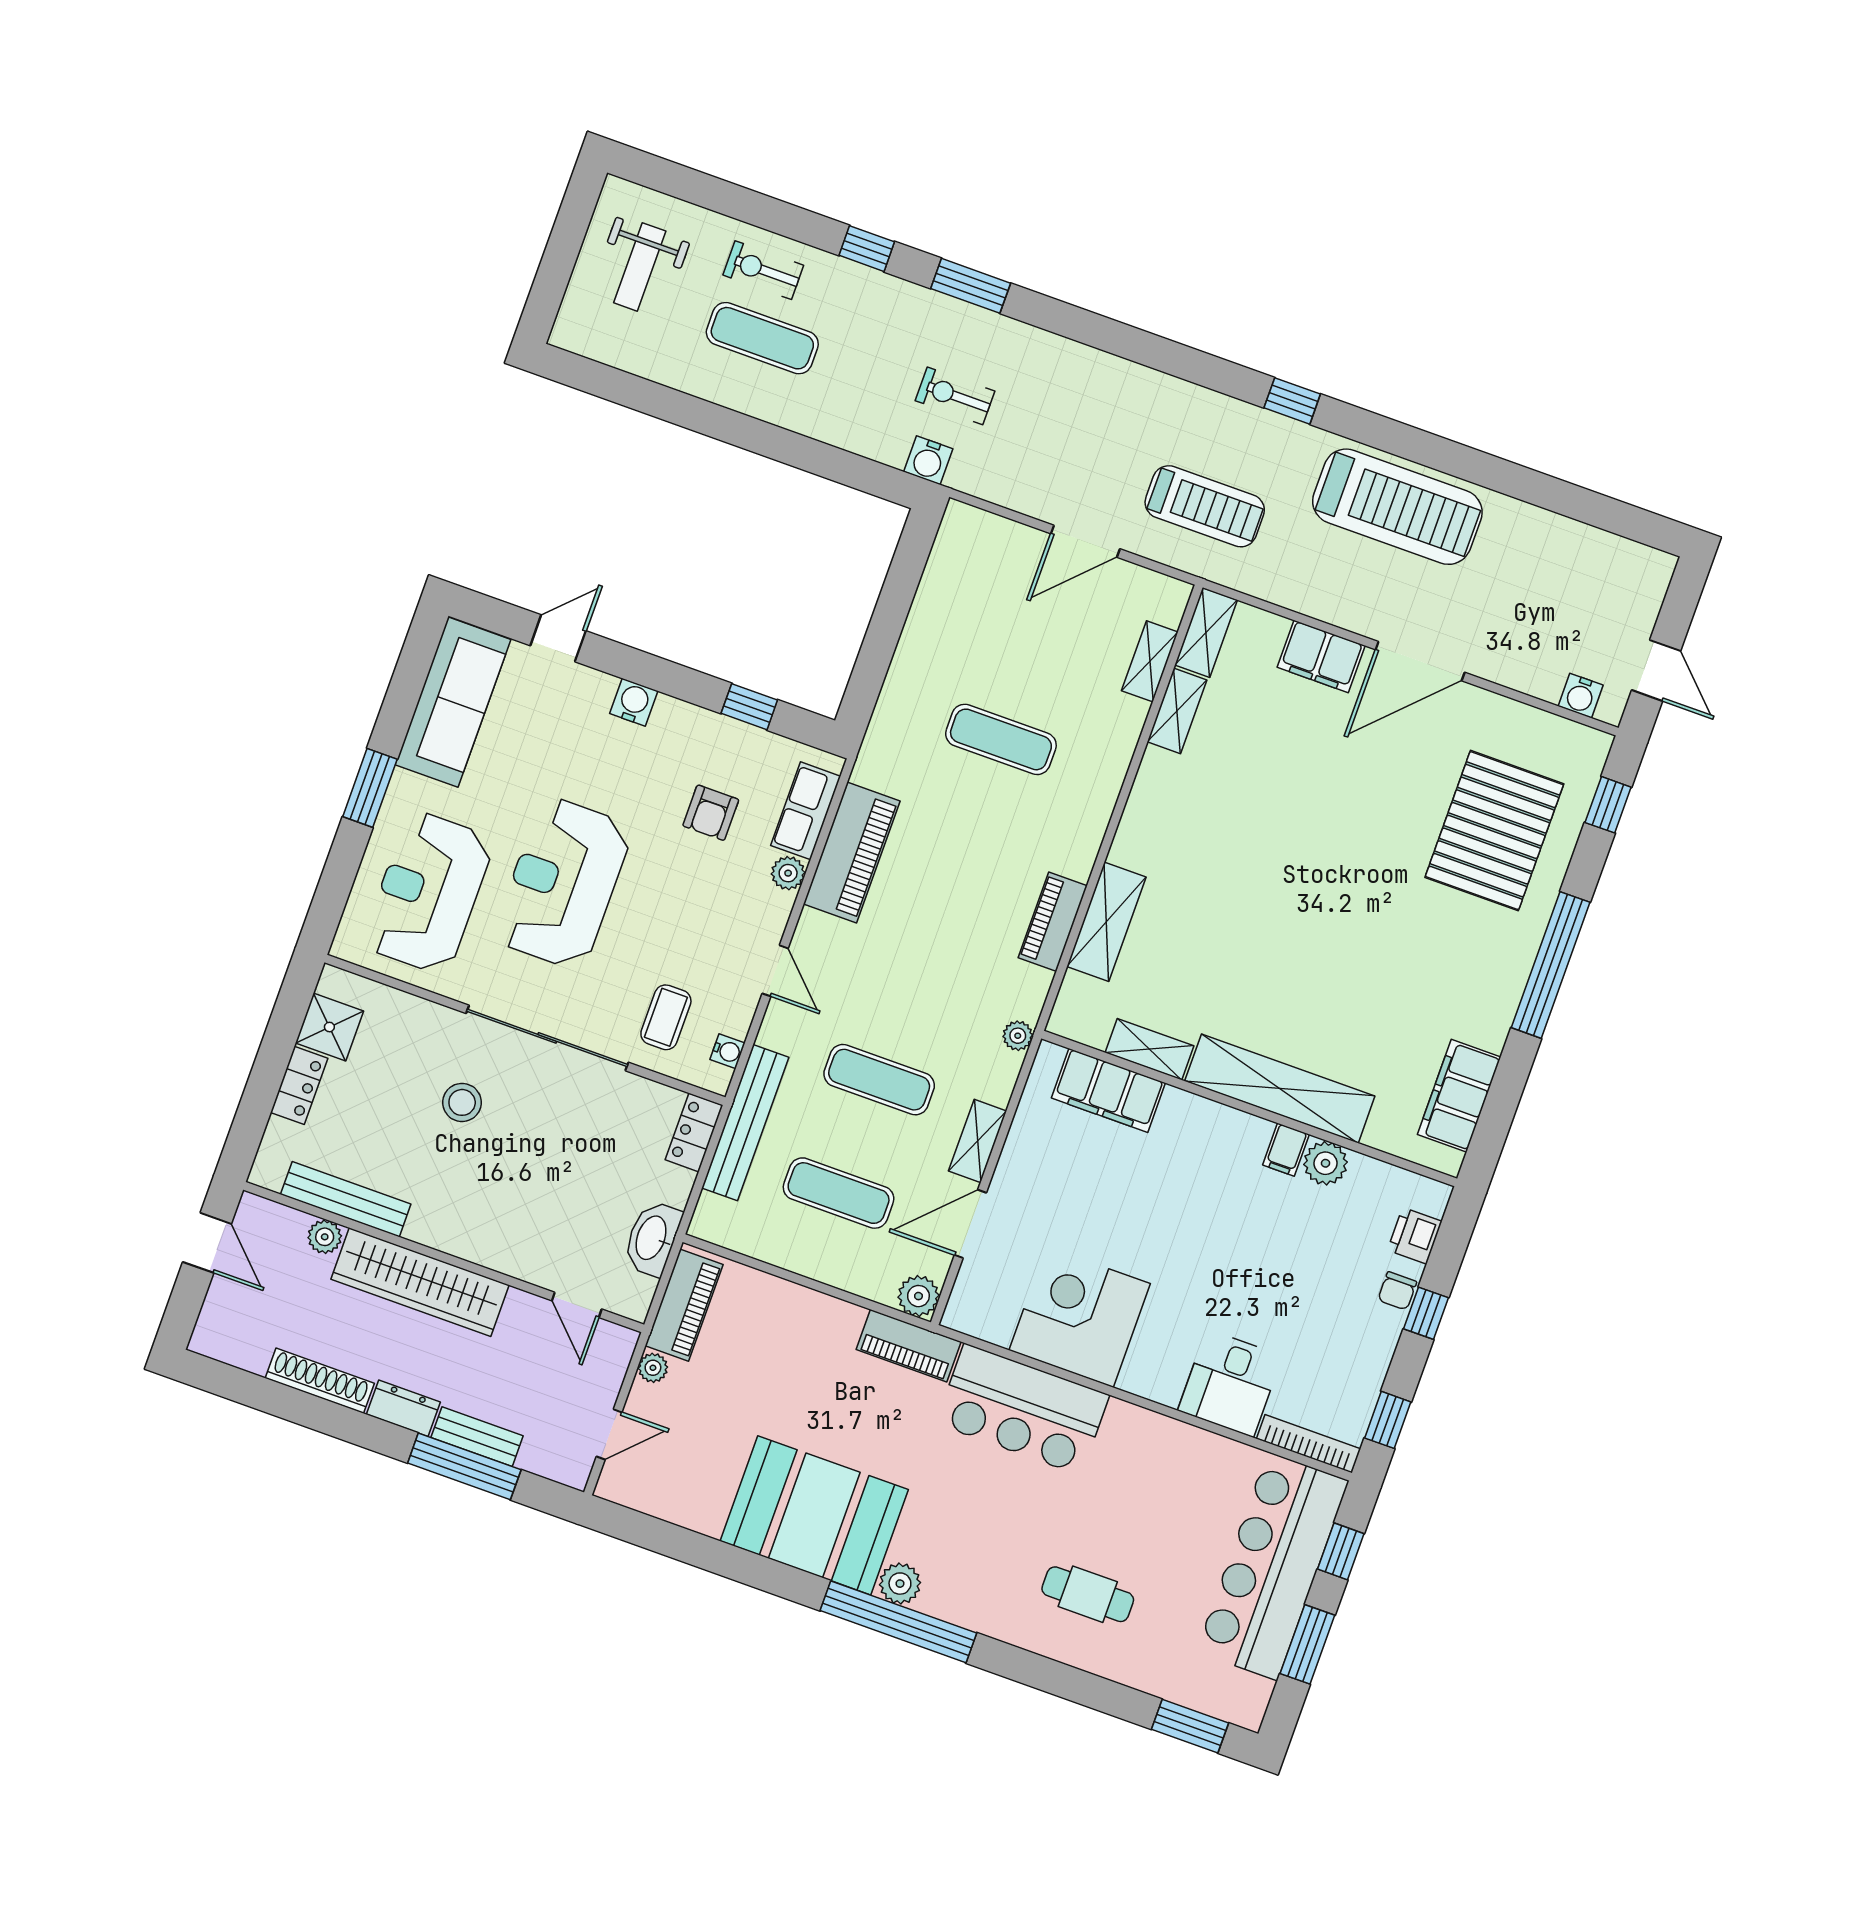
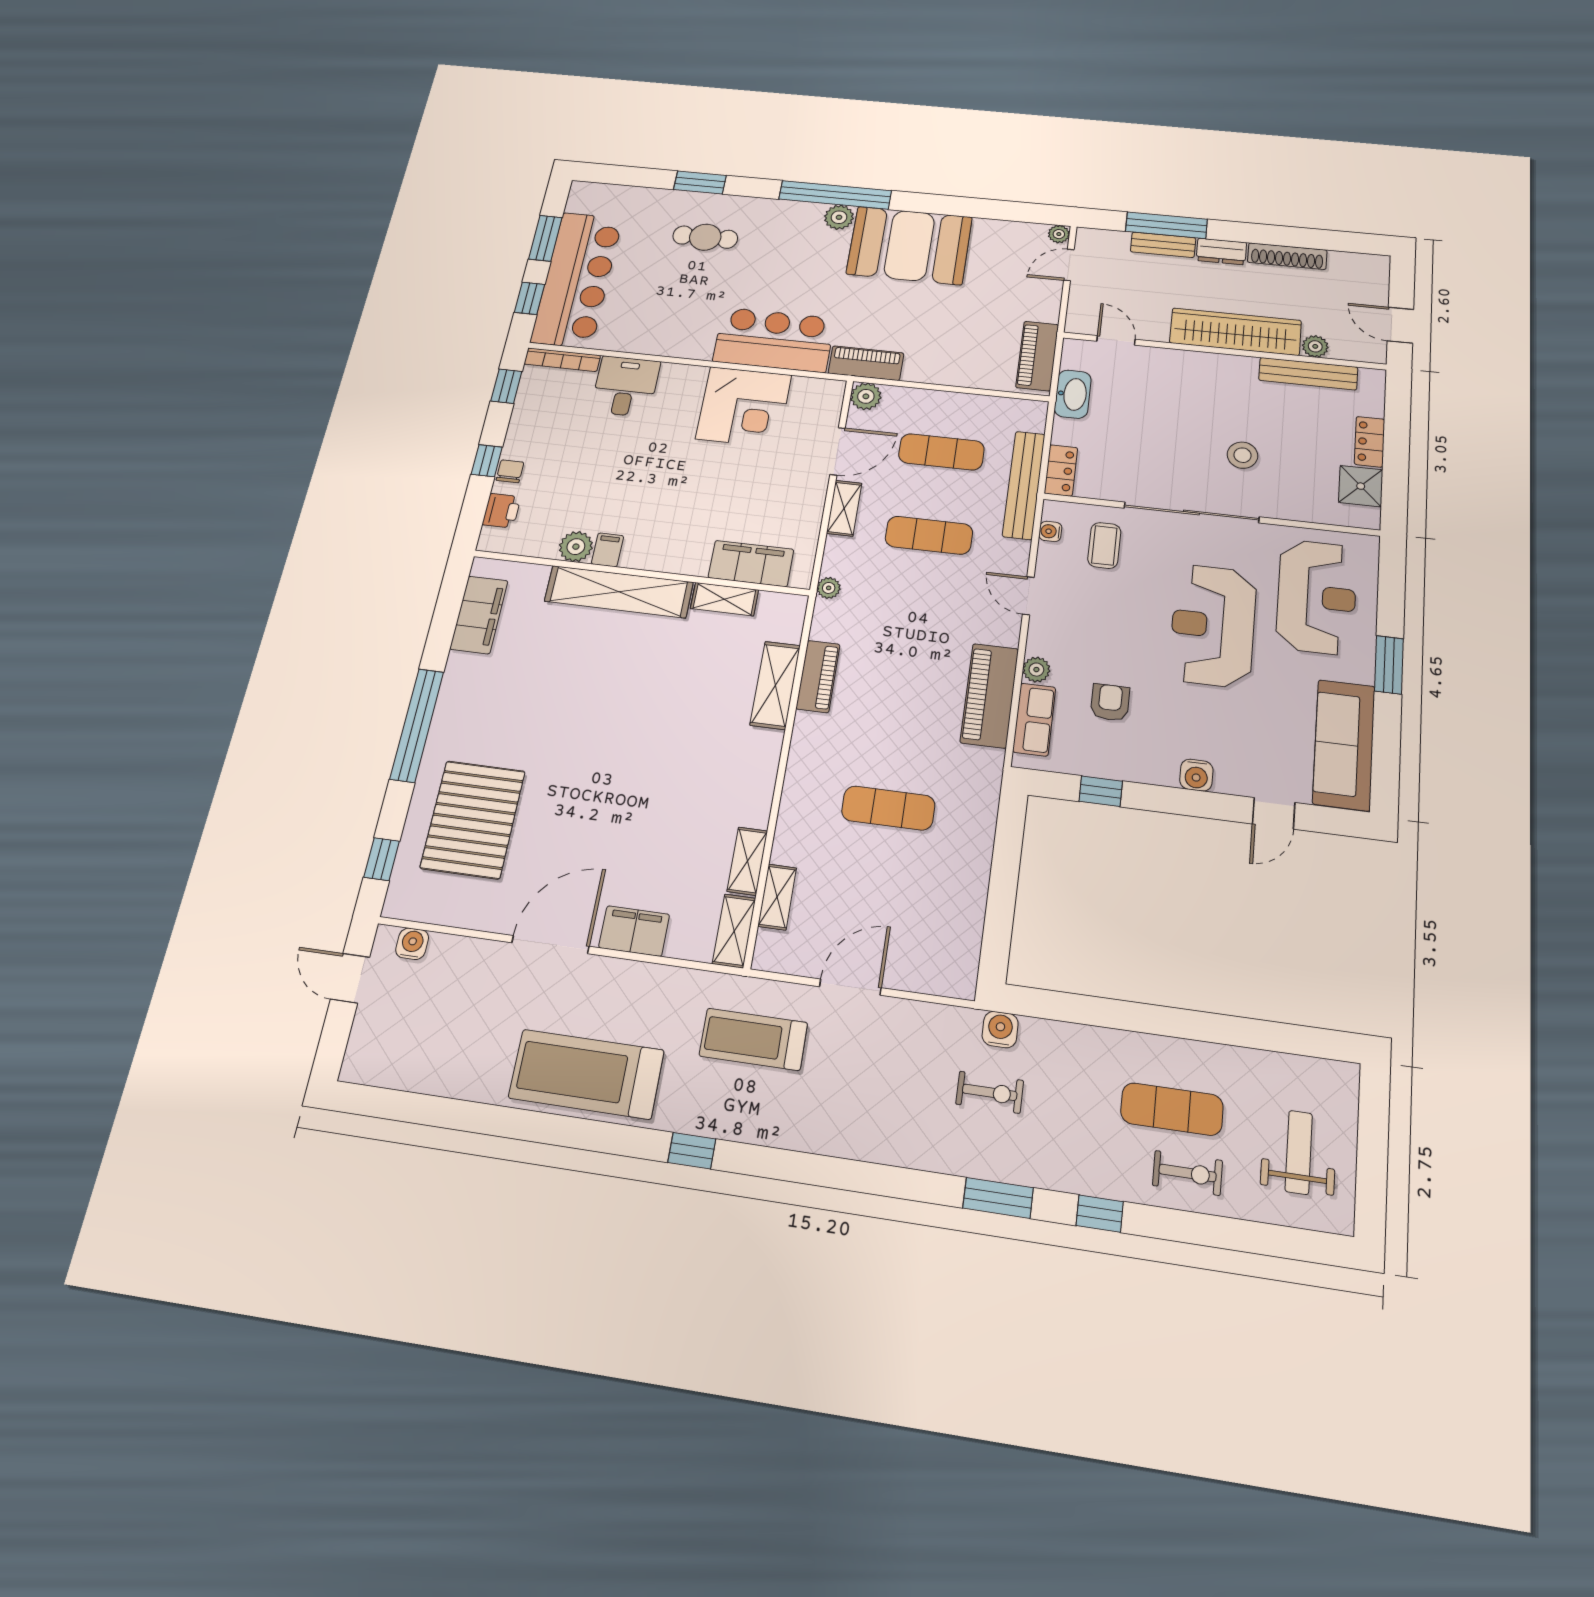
reception desk: (563, 883) -> (1213, 625), turned 180
plant: (653, 1368) -> (1059, 234), moved
window: (1190, 1726) -> (700, 182), moved

